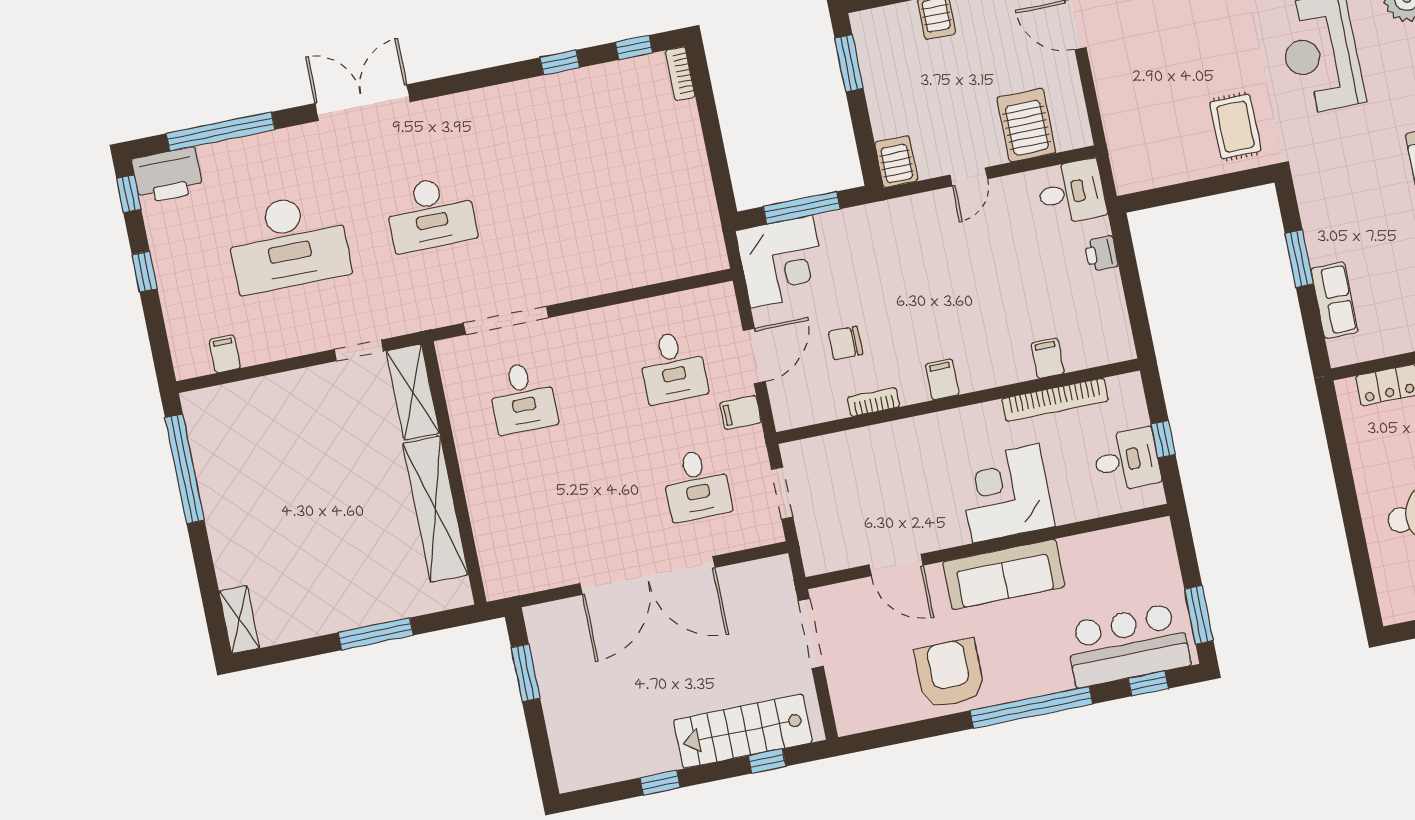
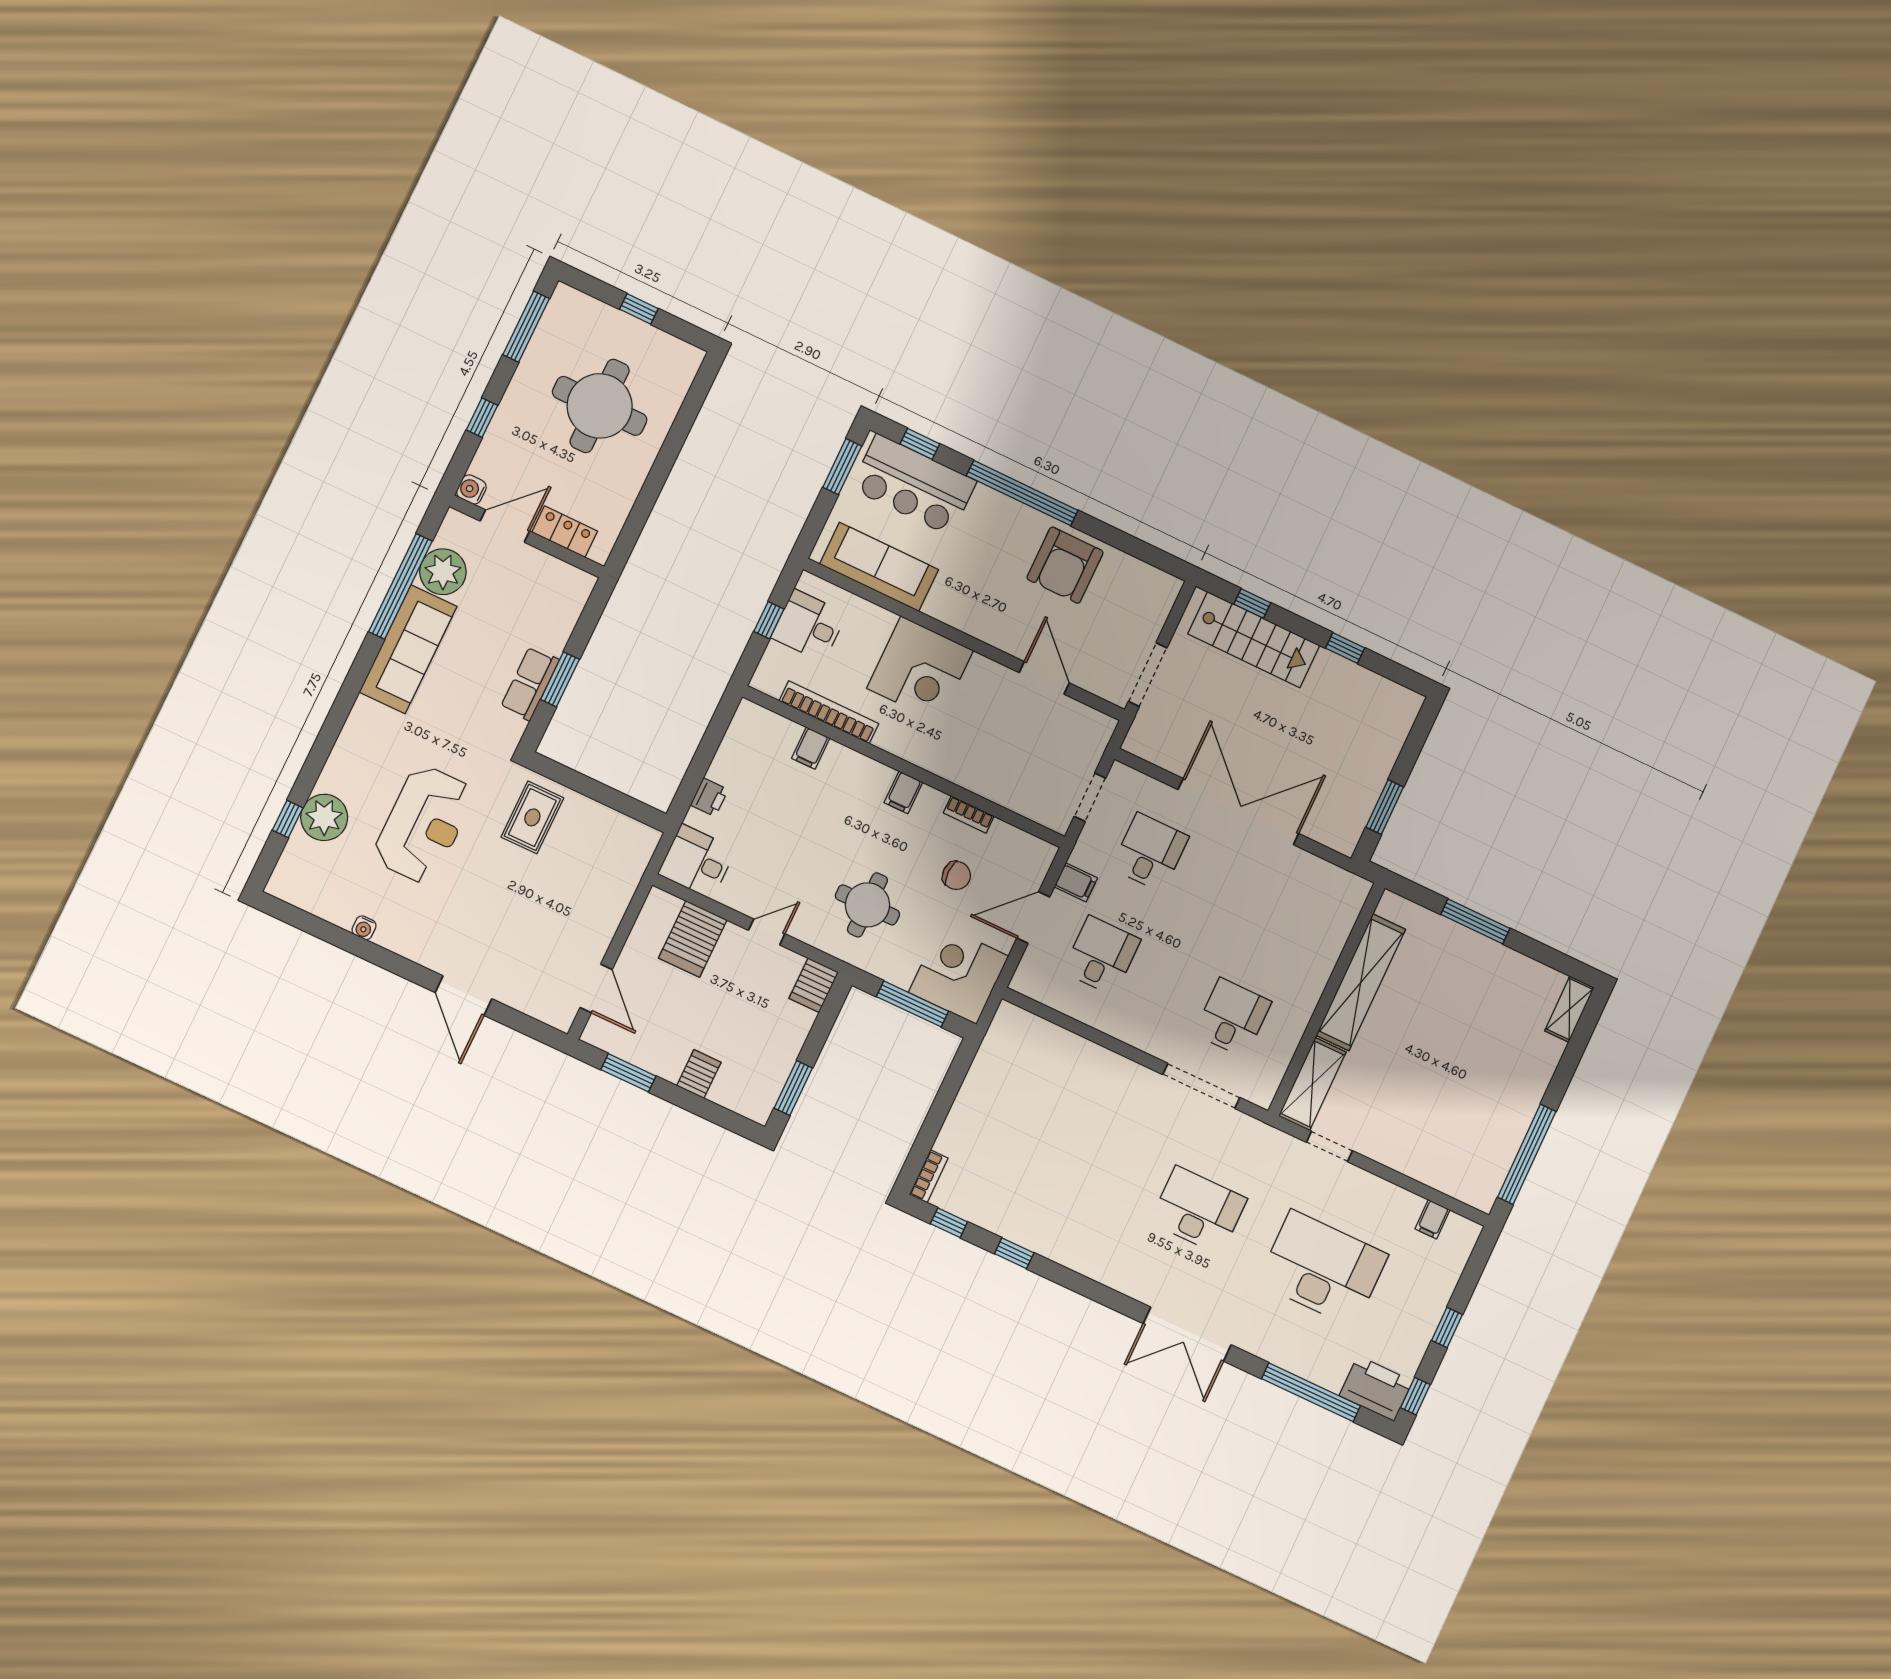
round table: (902, 262) -> (867, 905), added
row of seats: (1334, 300) -> (530, 683), moved
sofa: (1004, 574) -> (879, 567), moved

